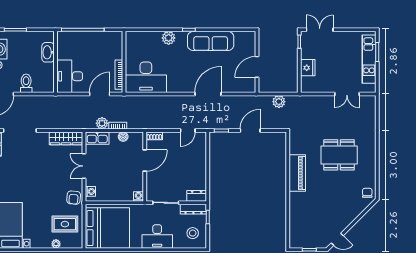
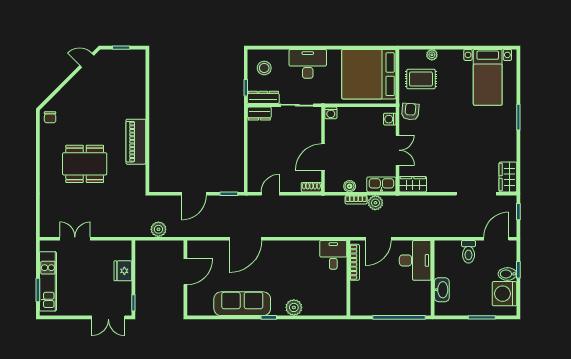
desk: (146, 77) -> (333, 255), width x0.53, depth x0.77
wardrobe: (66, 138) -> (413, 184), width x0.67

